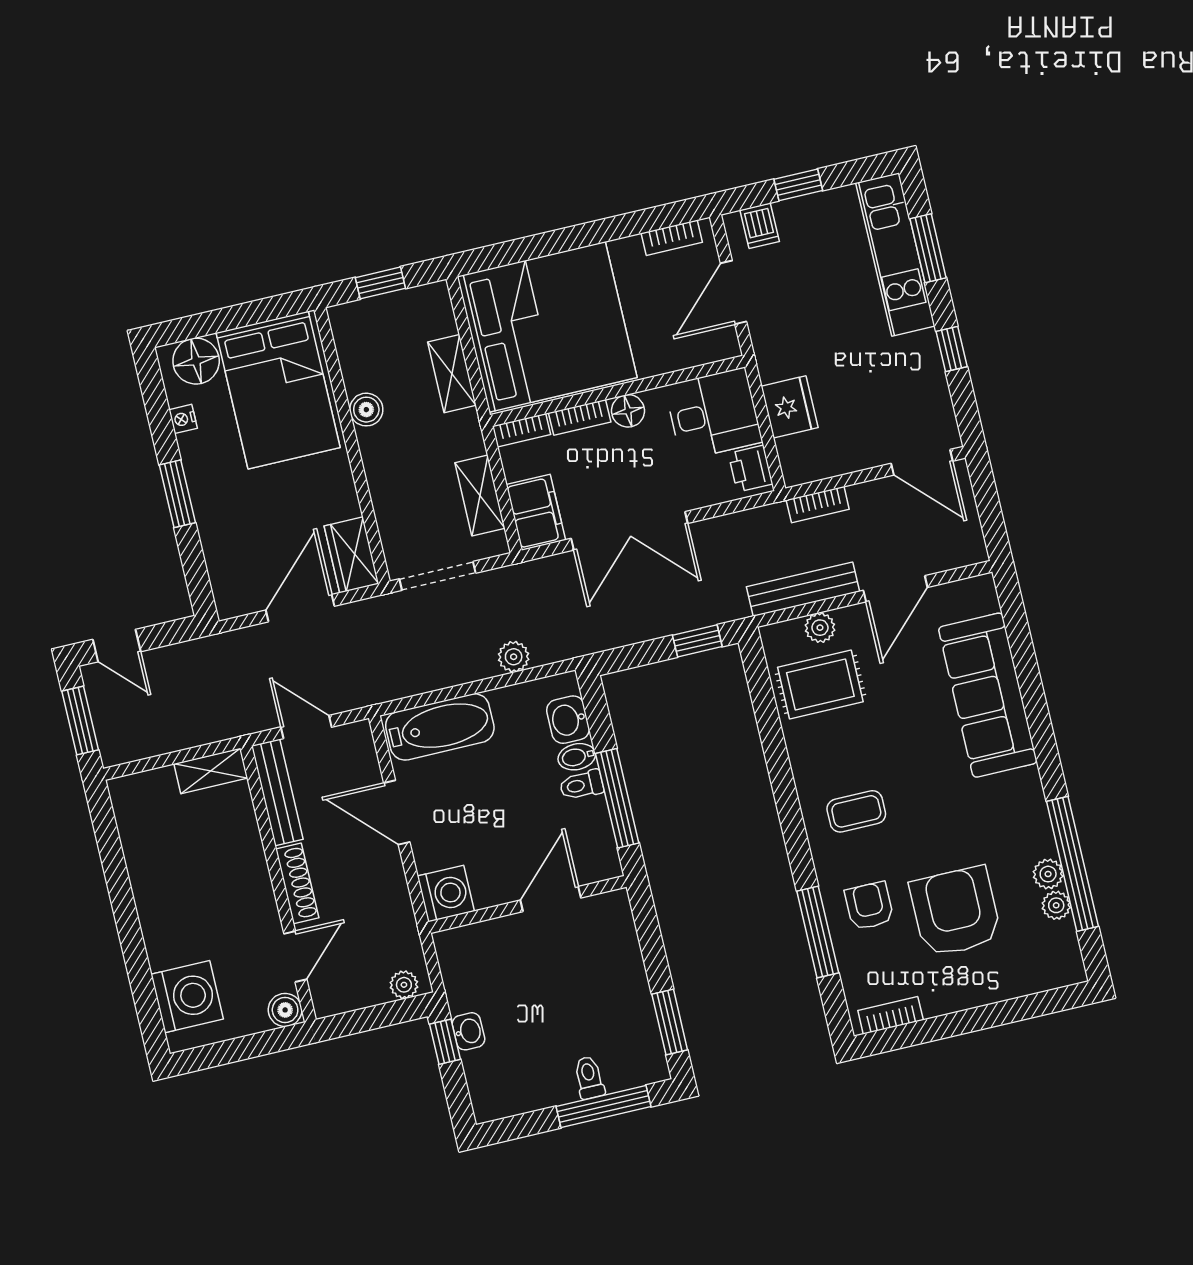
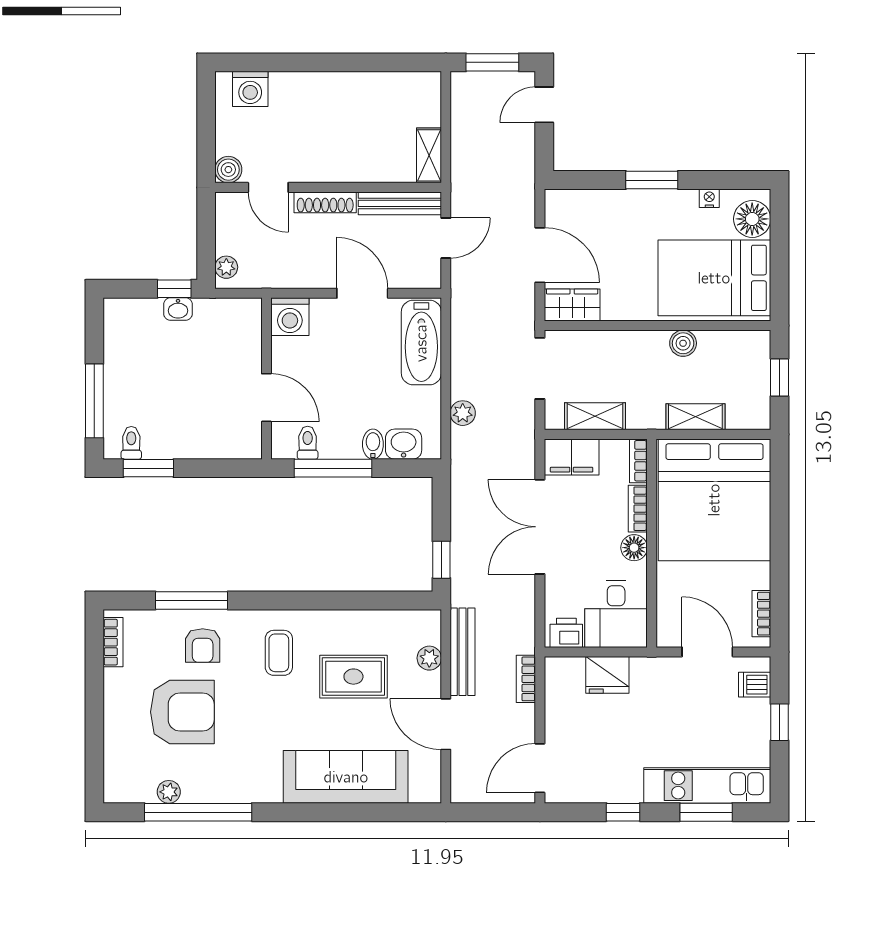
rug: (820, 685) -> (353, 677), moved, turned 90
toilet: (581, 785) -> (308, 443), moved
door: (397, 812) -> (362, 293), hinge flipped
plant: (1048, 874) -> (195, 791), removed
armchair: (869, 906) -> (203, 646), turned 90
washing machine: (187, 997) -> (250, 89), width x0.73, depth x0.73
toilet: (589, 1078) -> (131, 443), moved, turned -90

